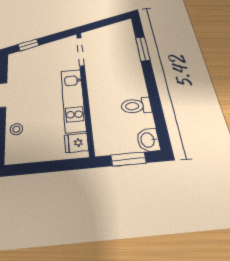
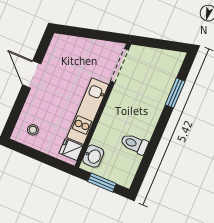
window: (28, 45) -> (77, 32), removed
stool: (16, 129) -> (33, 130), moved
washbasin: (148, 140) -> (93, 156), moved, turned 180

